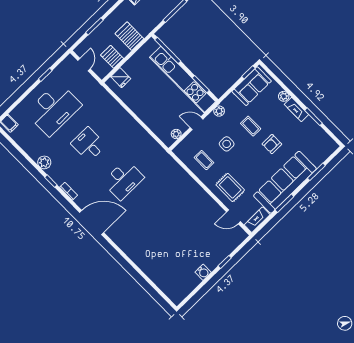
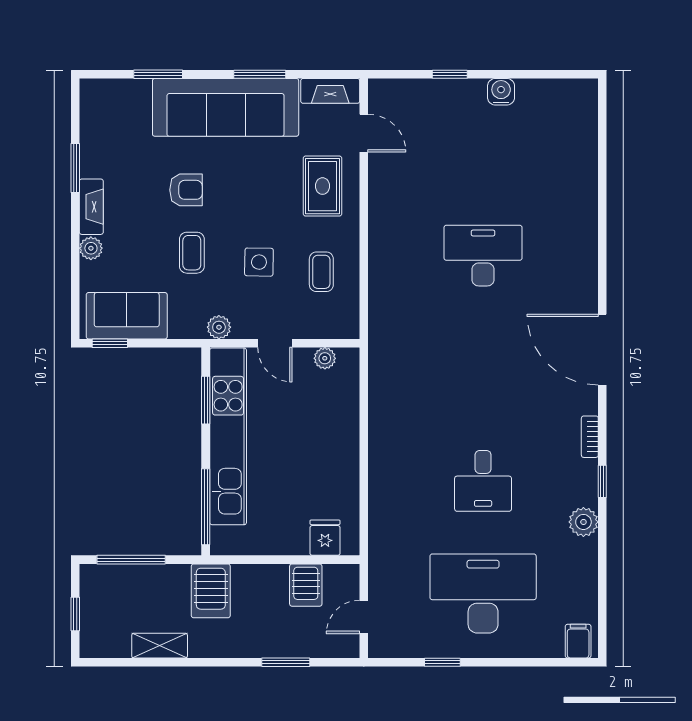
server rack: (129, 36) -> (211, 591), moved
desk: (123, 180) -> (483, 256), moved

